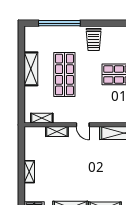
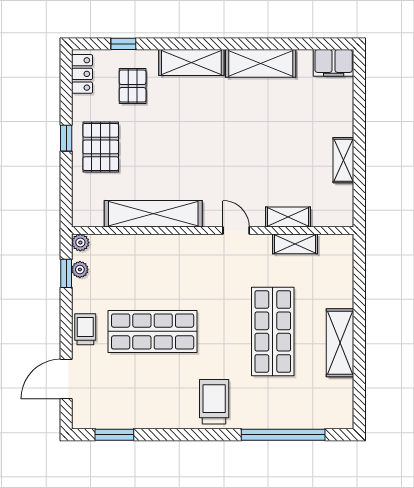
shelving: (42, 118) -> (295, 244), moved
shelving: (29, 172) -> (343, 160), moved

